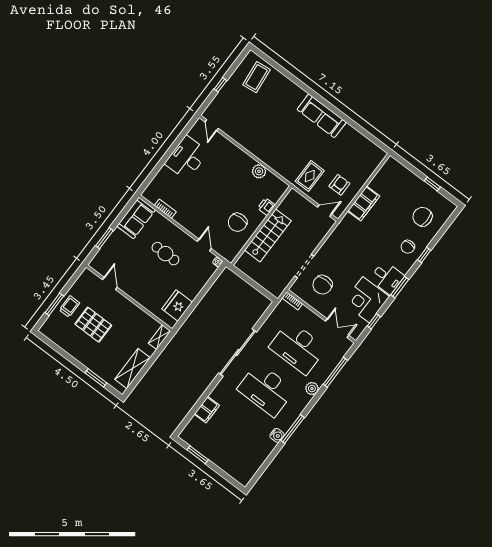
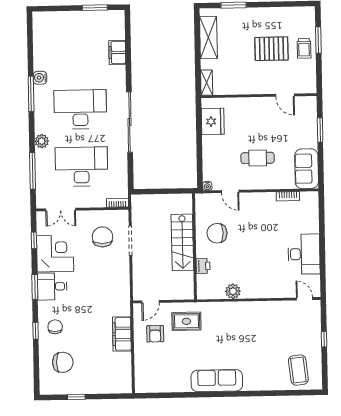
rug: (310, 176) -> (186, 321), turned 90
chair: (238, 222) -> (217, 233), turned -89

